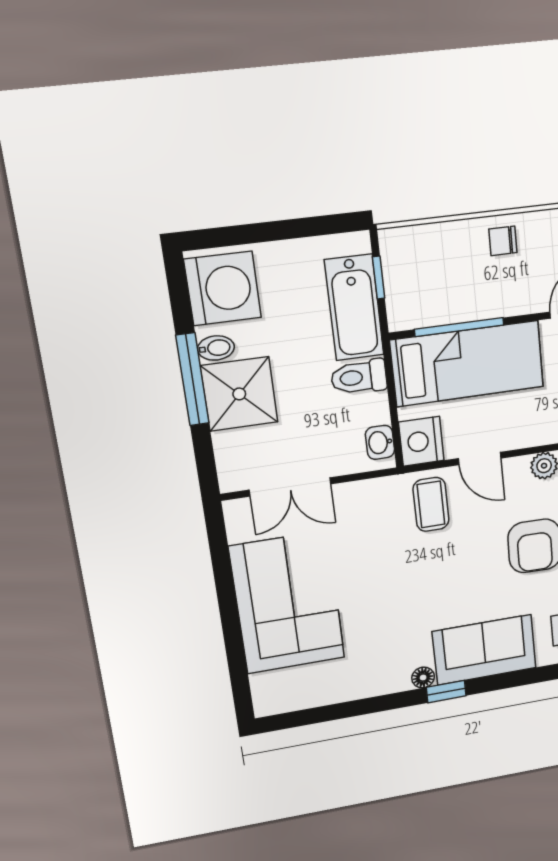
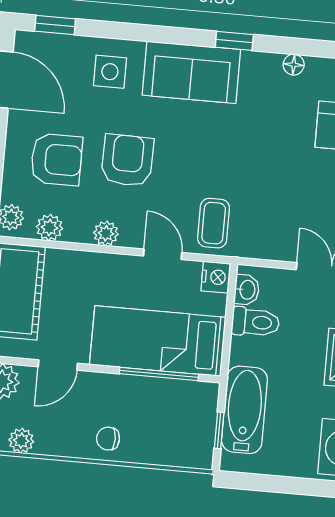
chair: (503, 241) -> (108, 439), turned 180
toilet: (359, 377) -> (255, 322), moved
nightstand: (421, 441) -> (216, 277), width x0.74, depth x0.75
floor lamp: (423, 678) -> (294, 65), moved

